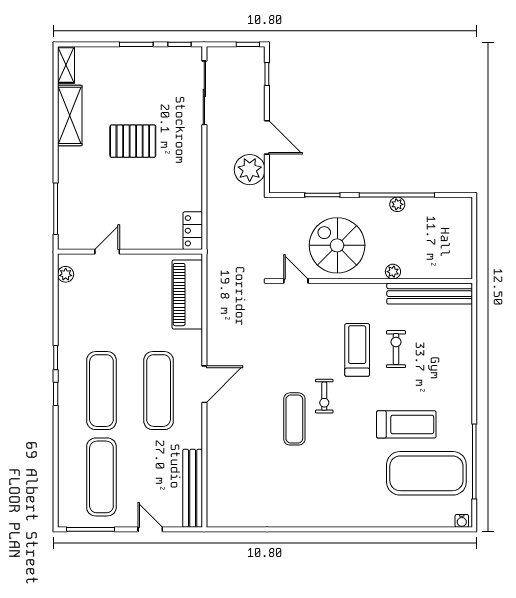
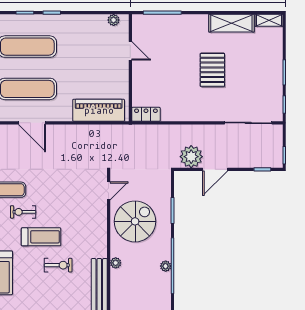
treadmill: (357, 350) -> (41, 237), moved

